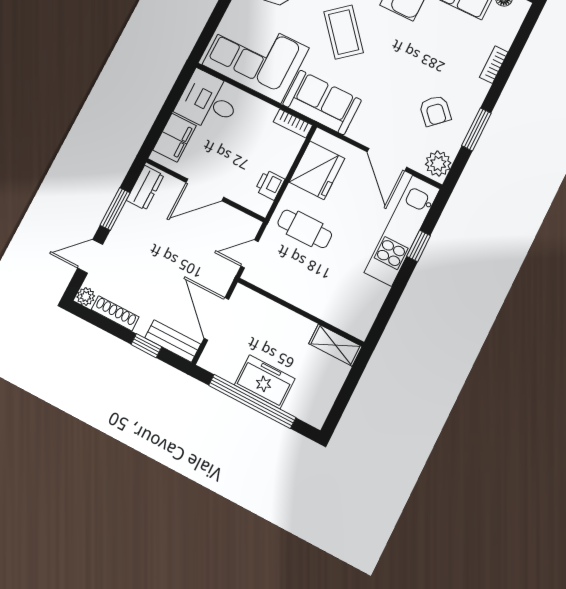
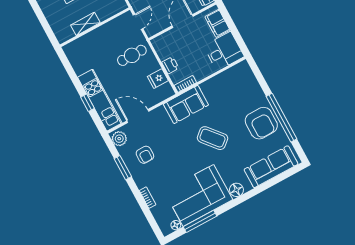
corner sofa: (256, 56) -> (230, 88), removed
armchair: (435, 111) -> (145, 155), turned -137
fridge: (317, 170) -> (158, 79), width x0.53, depth x0.75
printer: (270, 185) -> (170, 65), moved
shelving: (335, 345) -> (85, 24), moved

